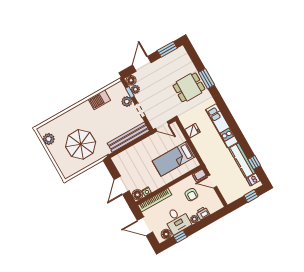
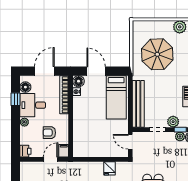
door: (162, 126) -> (130, 142), hinge flipped
bed: (174, 159) -> (116, 97), moved, turned 180
printer: (203, 213) -> (25, 151), moved

